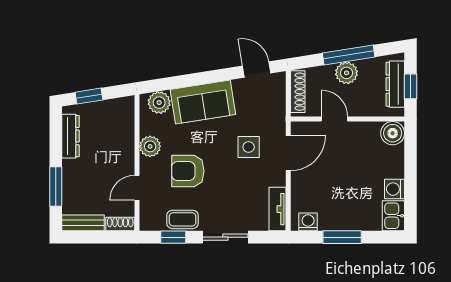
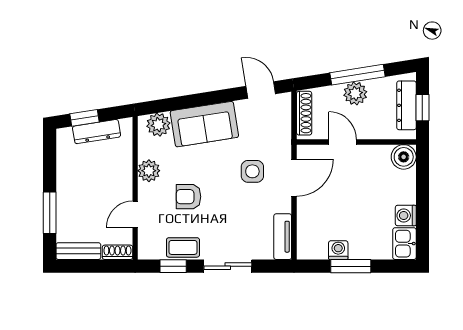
dresser: (70, 136) -> (97, 132), moved, turned 81
armchair: (188, 171) -> (188, 197), width x0.72, depth x0.72
washing machine: (308, 222) -> (338, 250), moved

